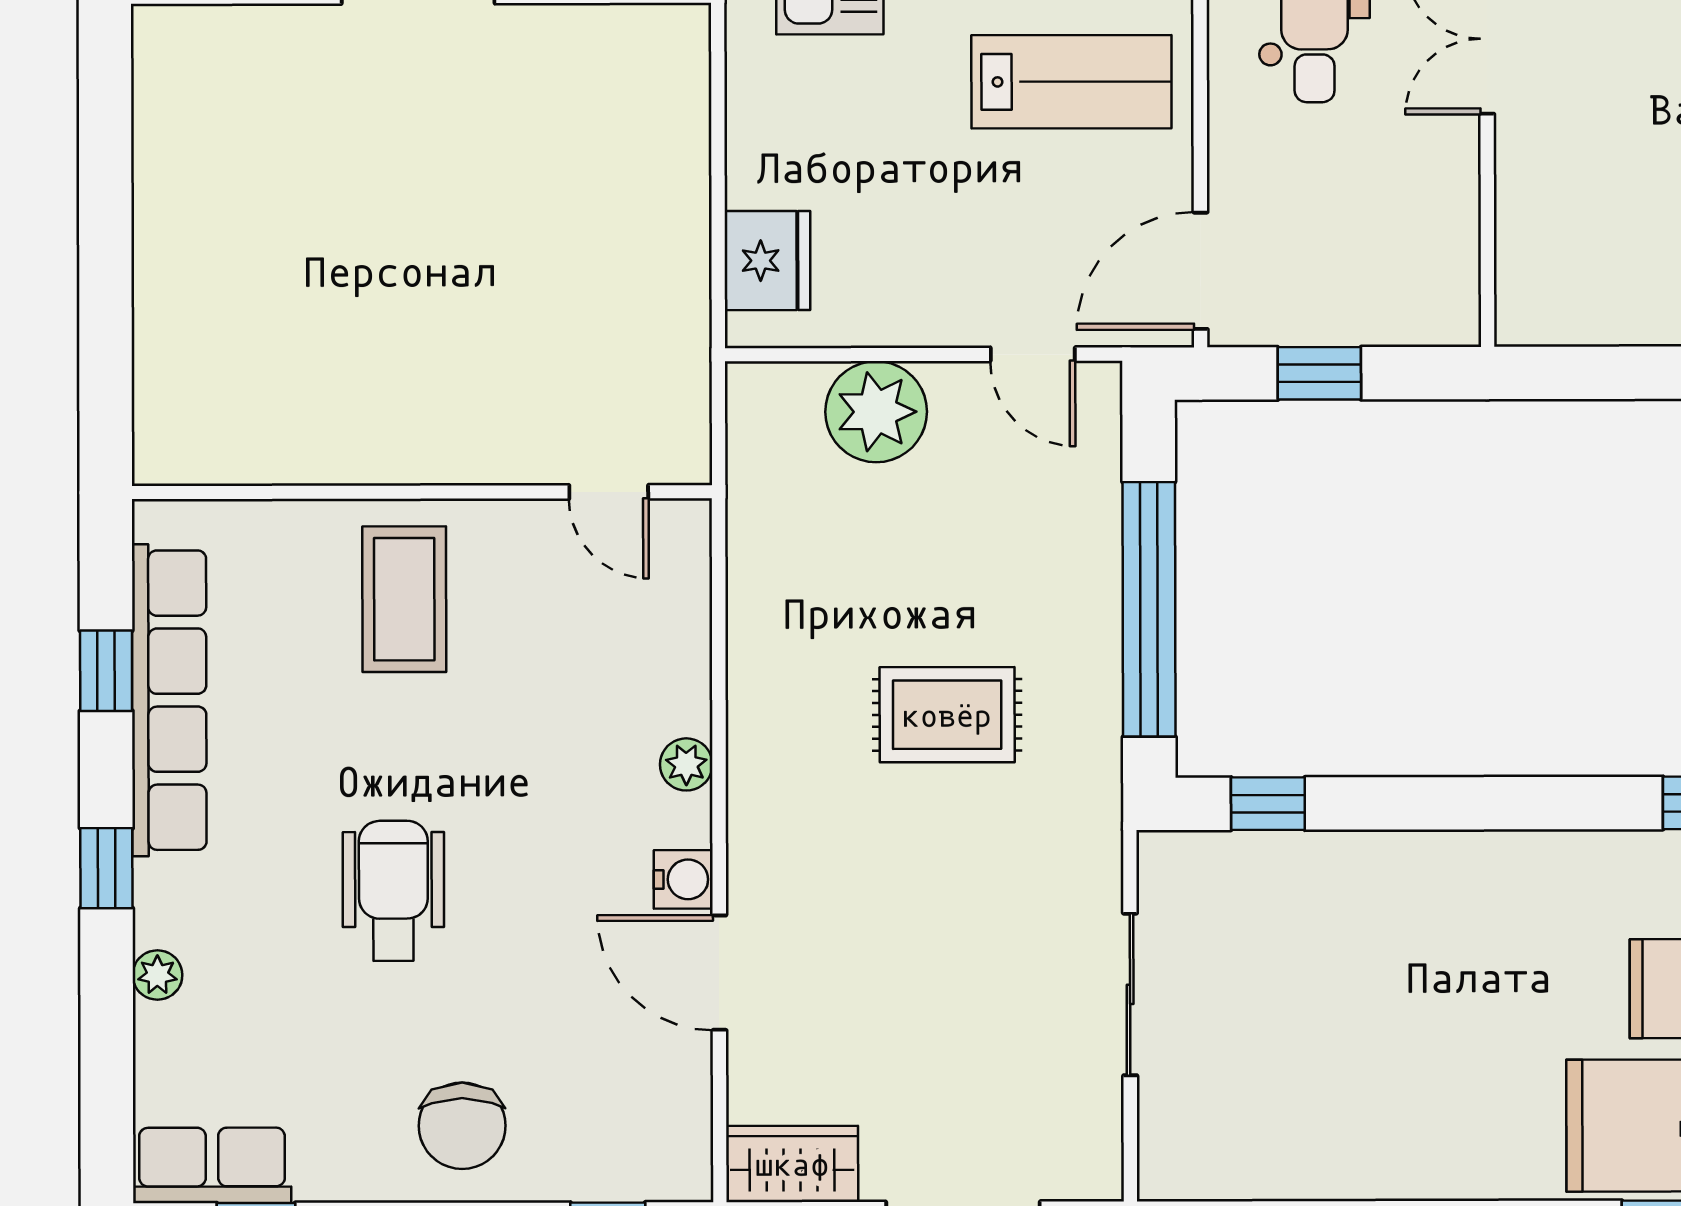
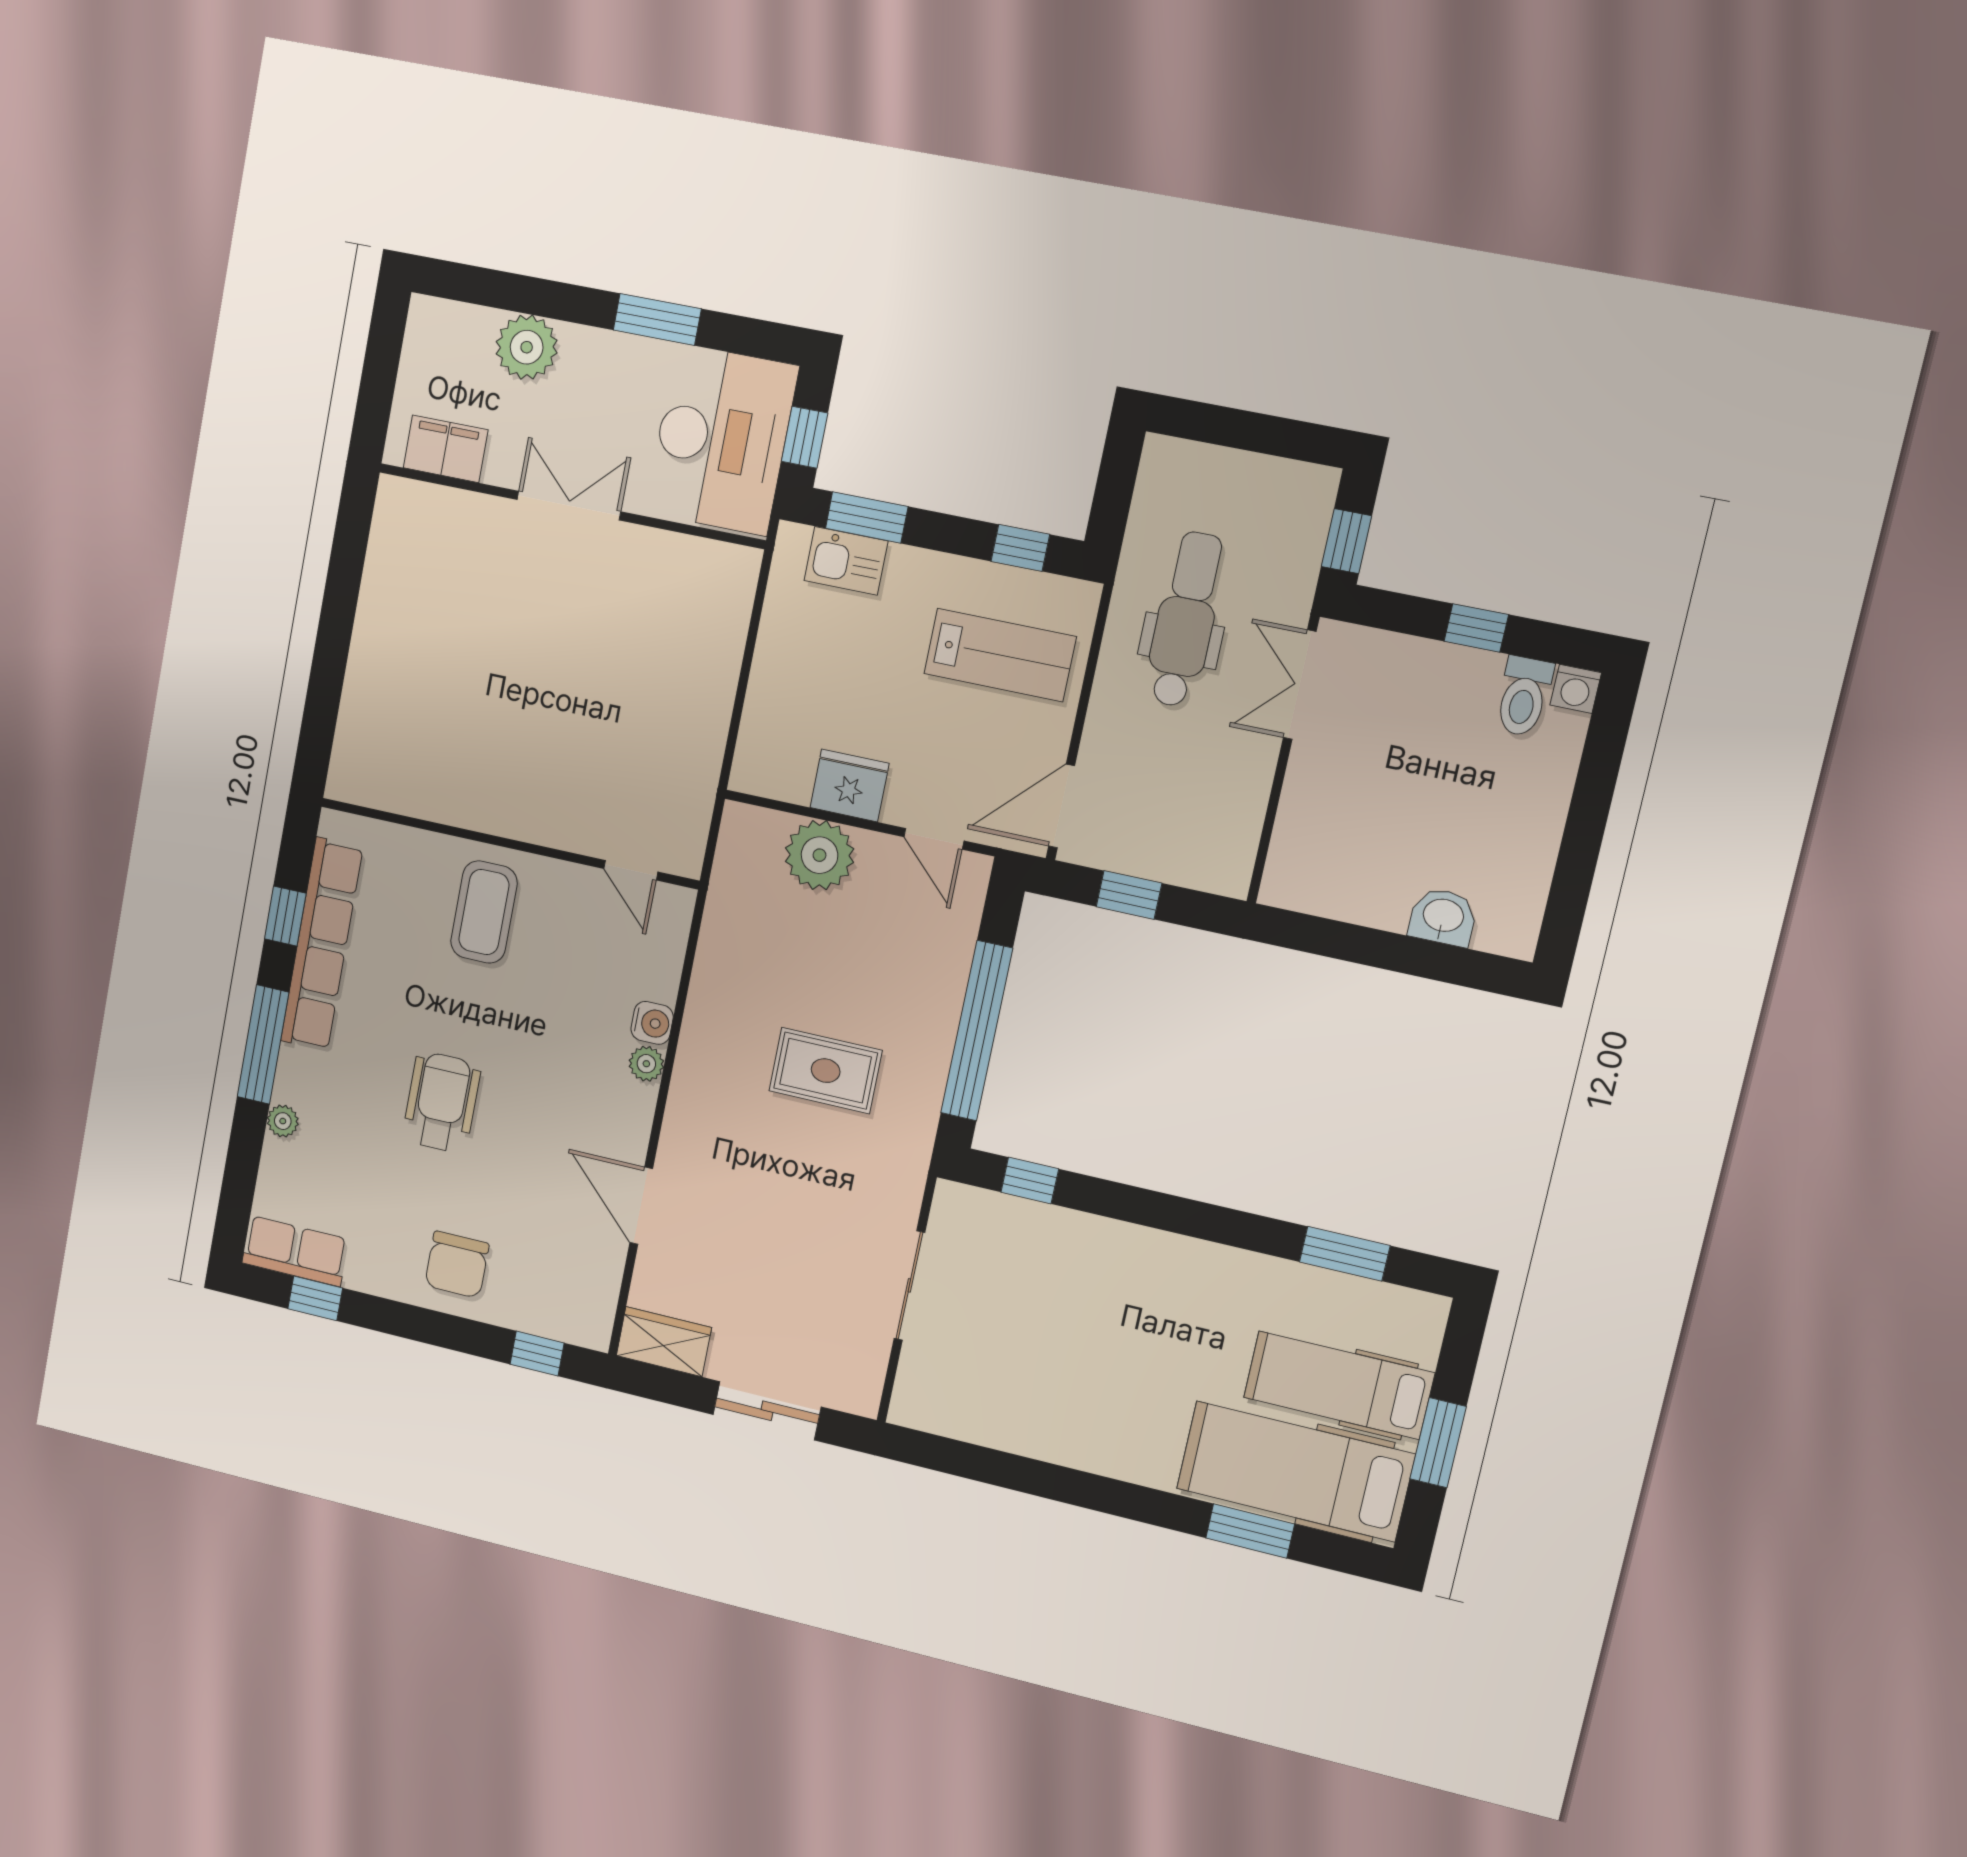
fridge: (767, 261) -> (849, 785), moved, turned -90
window: (106, 868) -> (263, 1045), width x2.17
water cooler: (683, 879) -> (652, 1023), moved

